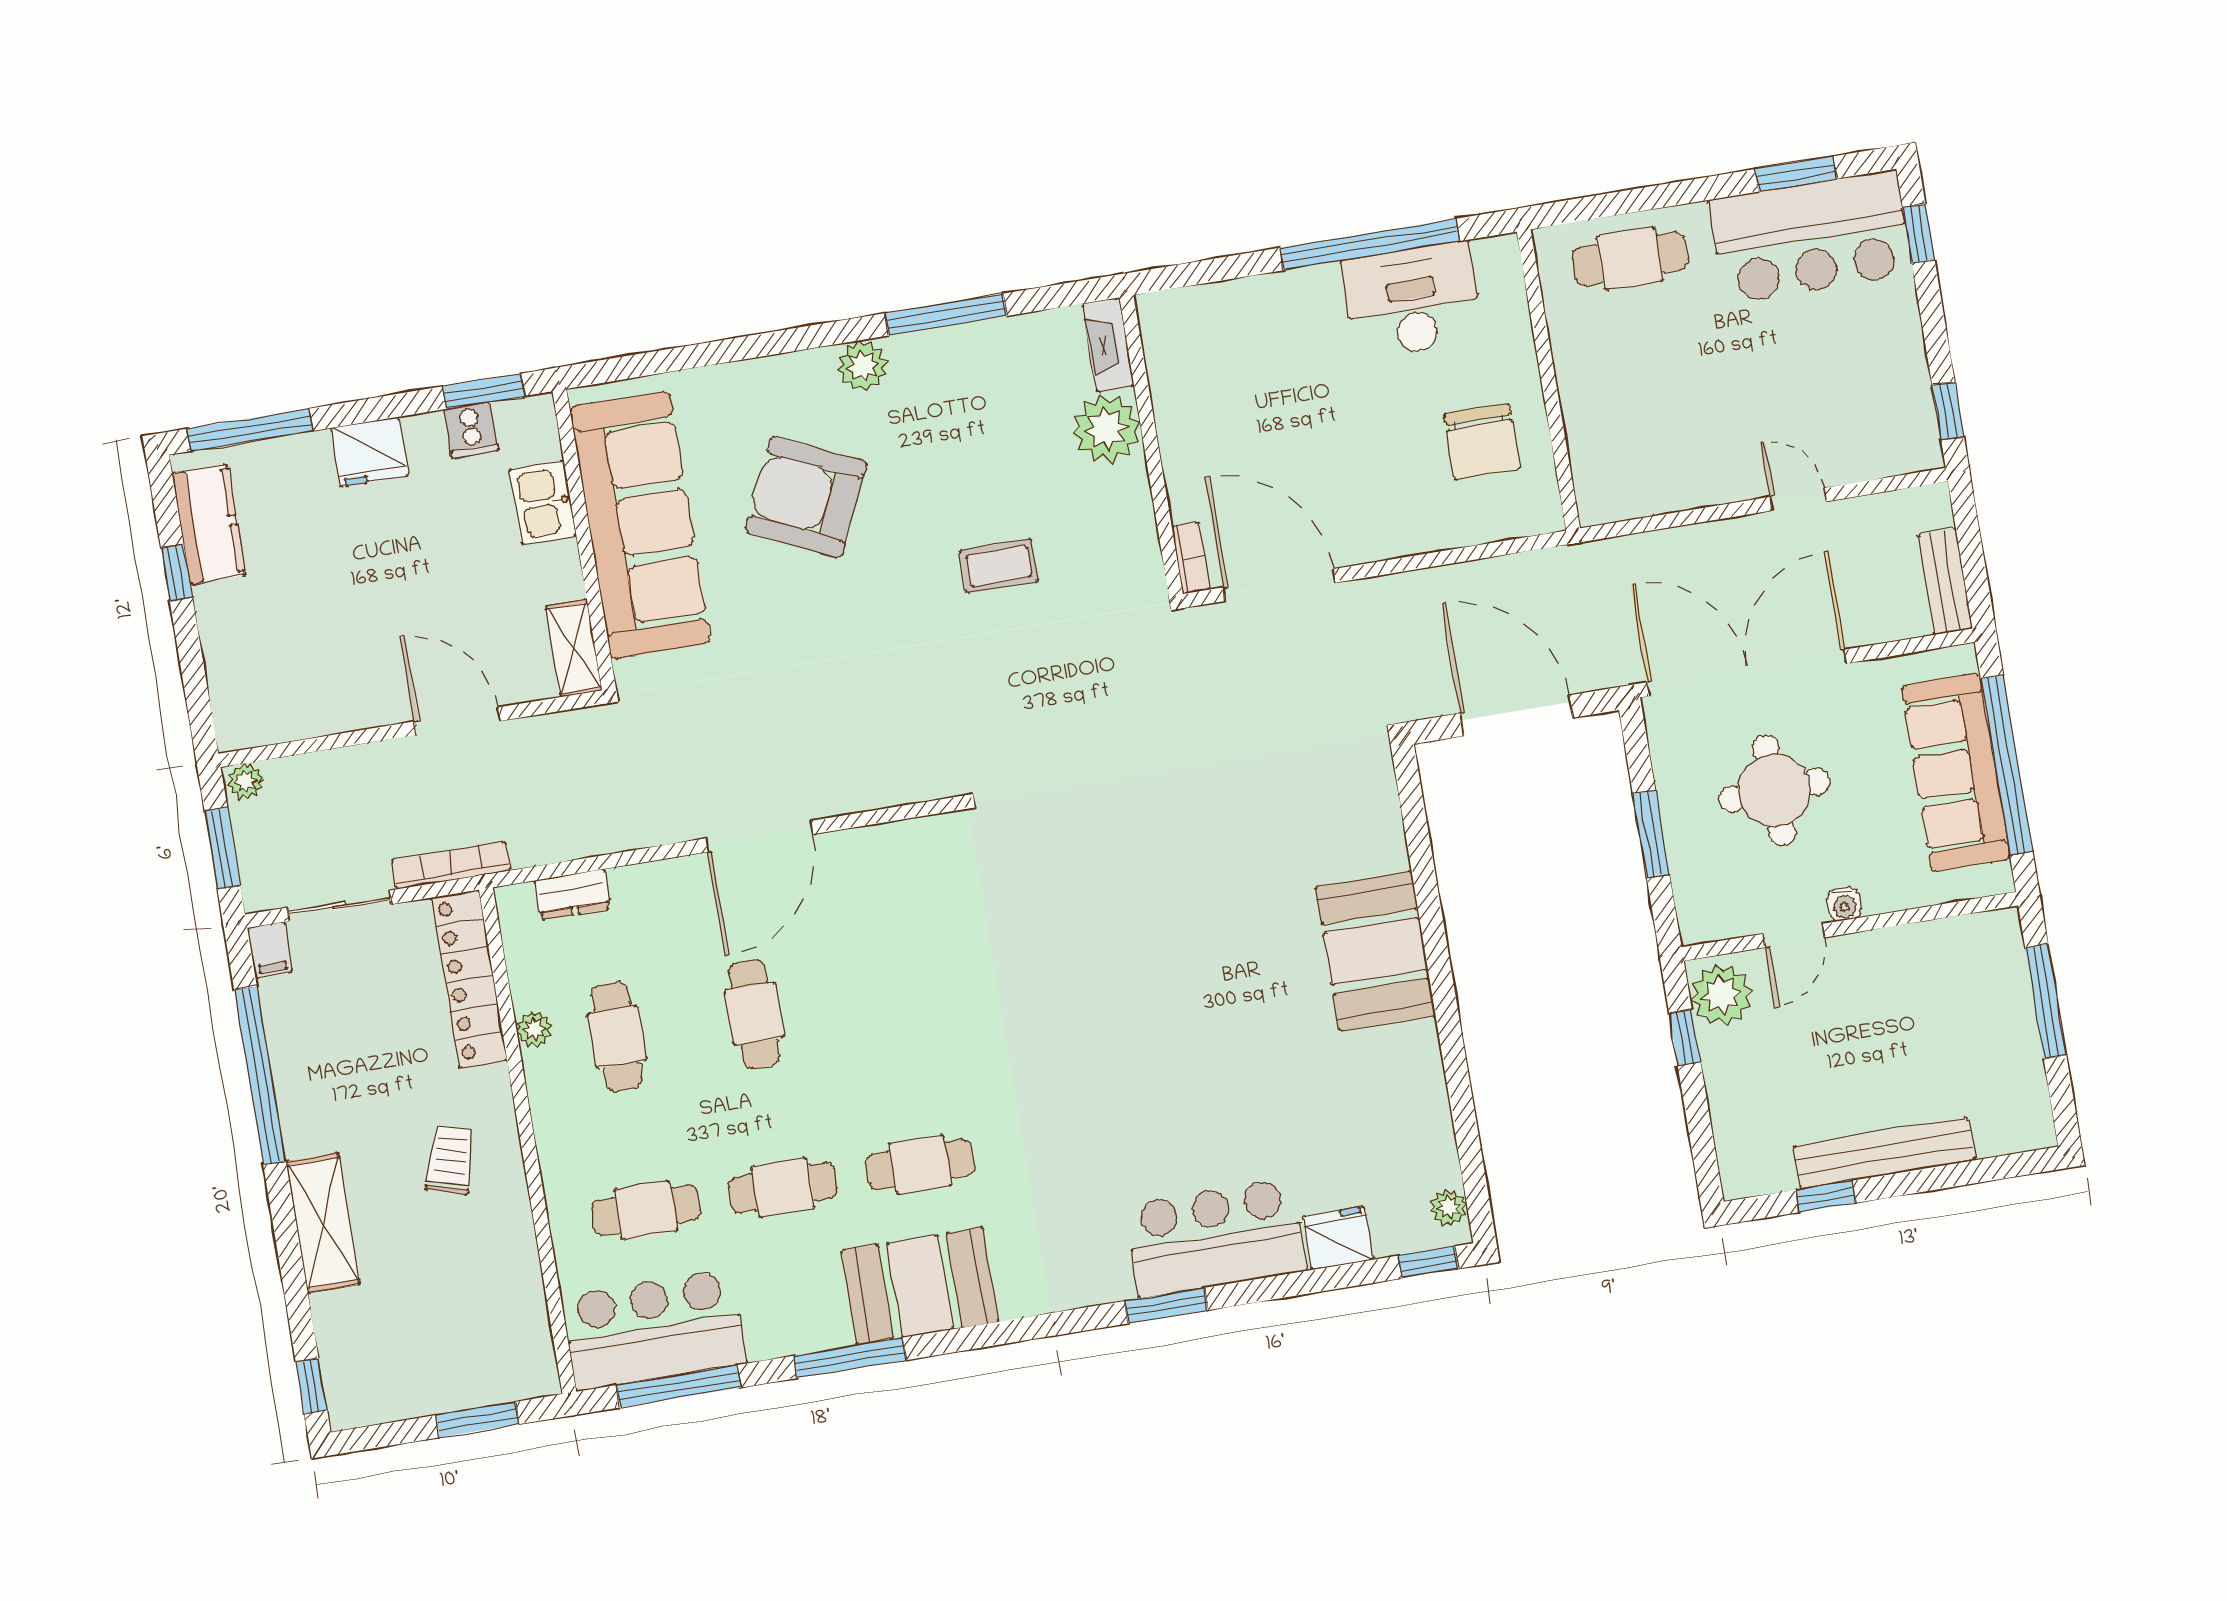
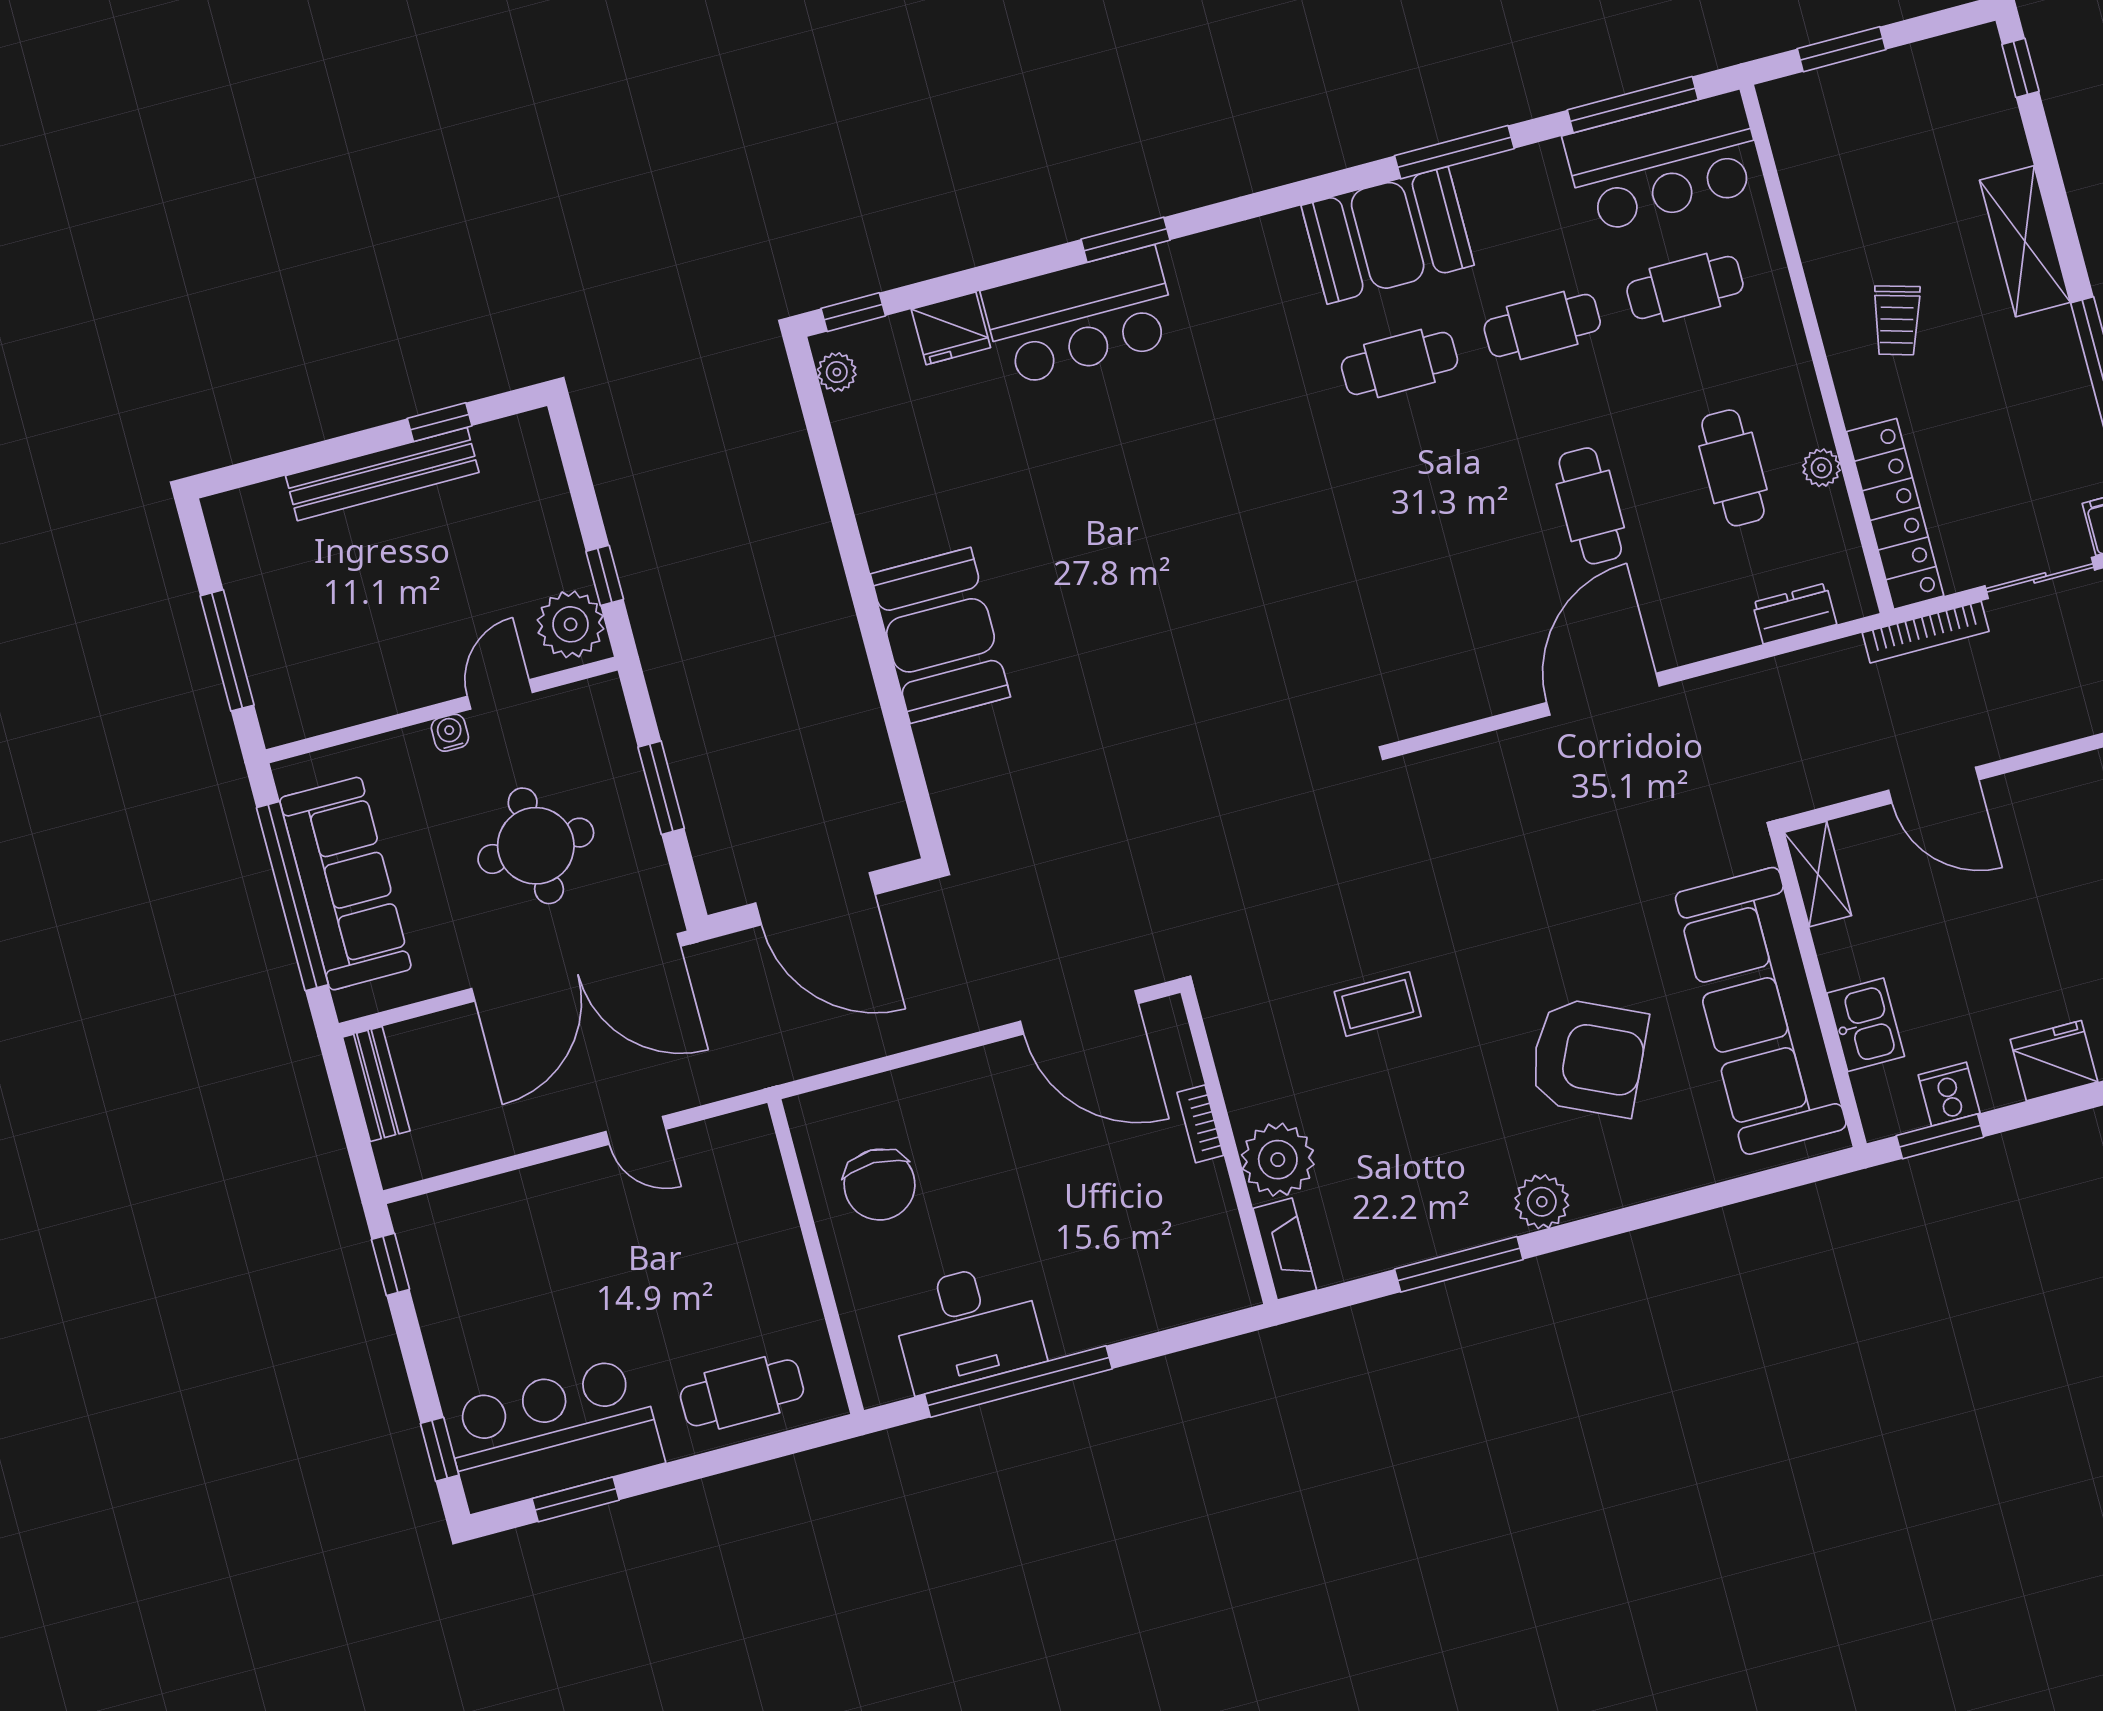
chair: (1482, 442) -> (879, 1185), turned 180
door: (1798, 499) -> (636, 1130), moved
bookcase: (1190, 558) -> (1200, 1124), moved

